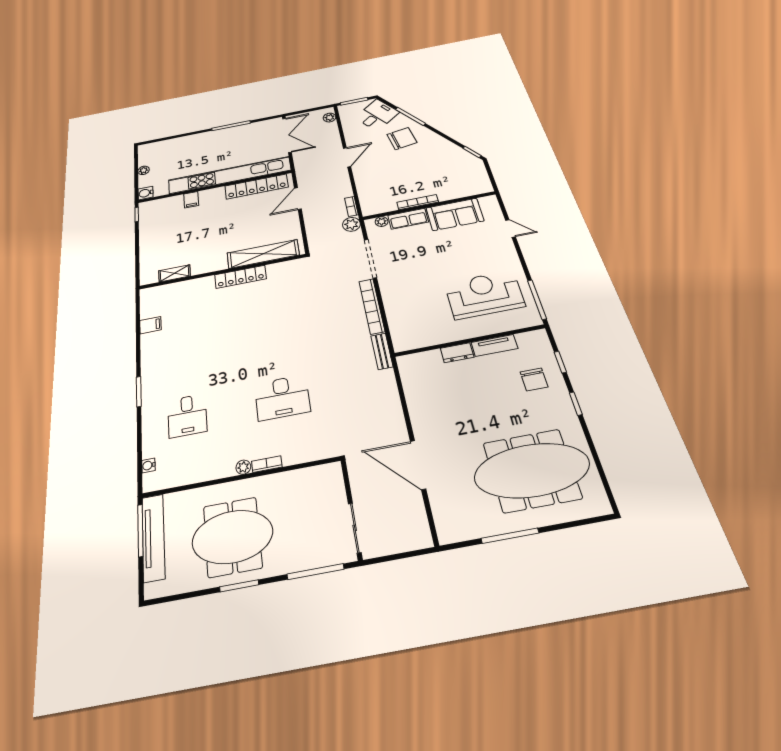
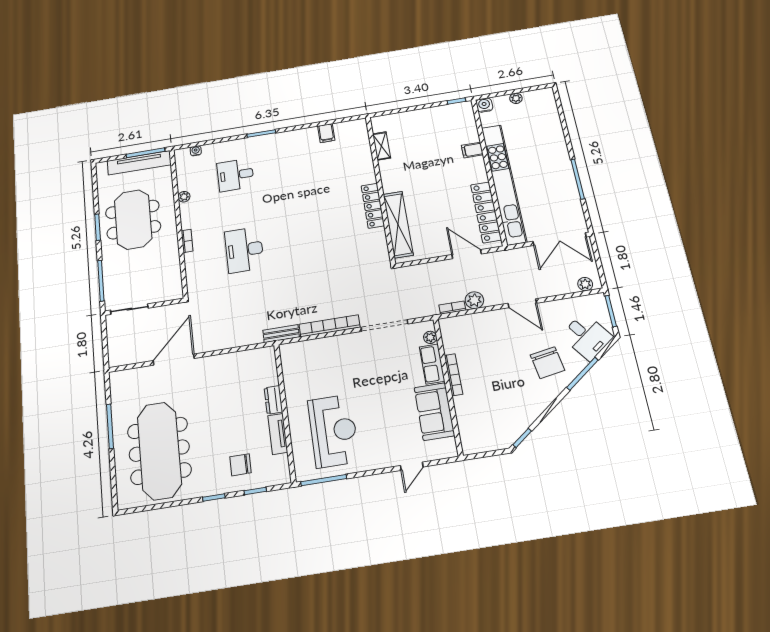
plant: (351, 224) -> (474, 300), moved
plant: (243, 467) -> (184, 197), moved

